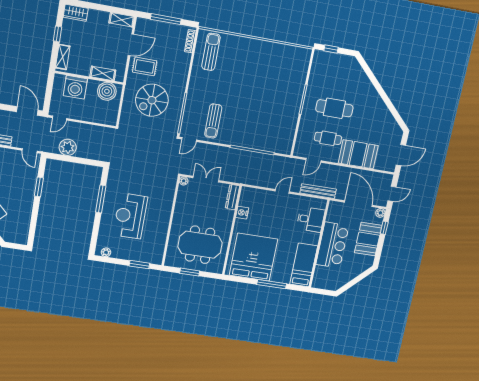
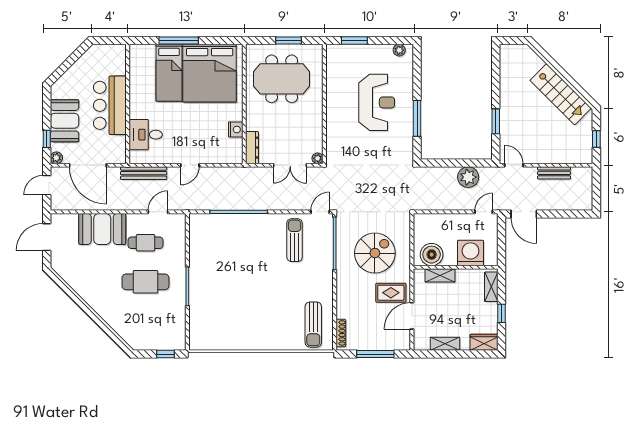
shelving: (122, 20) -> (445, 344), moved
bed: (304, 265) -> (169, 73), moved

